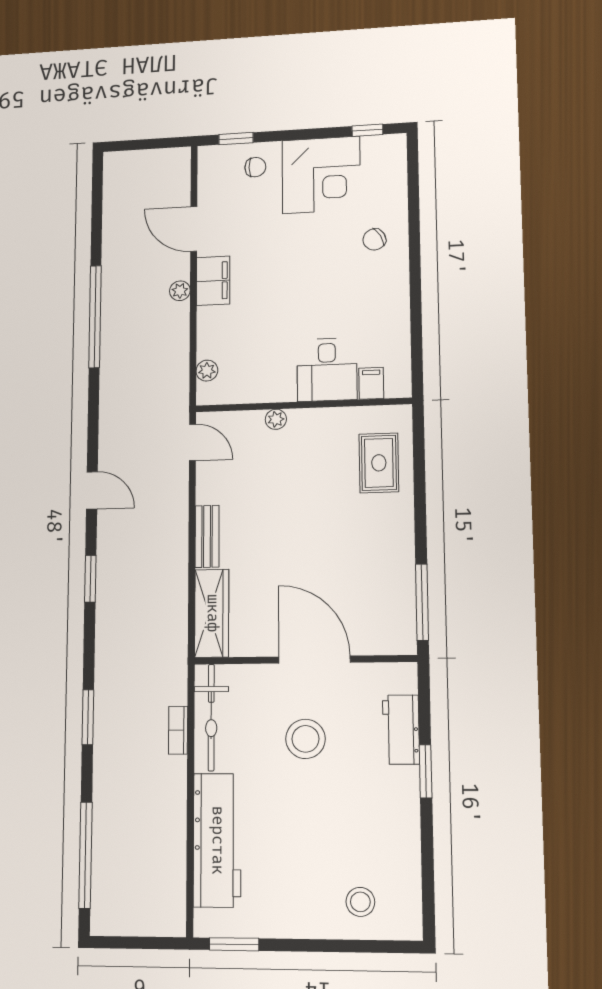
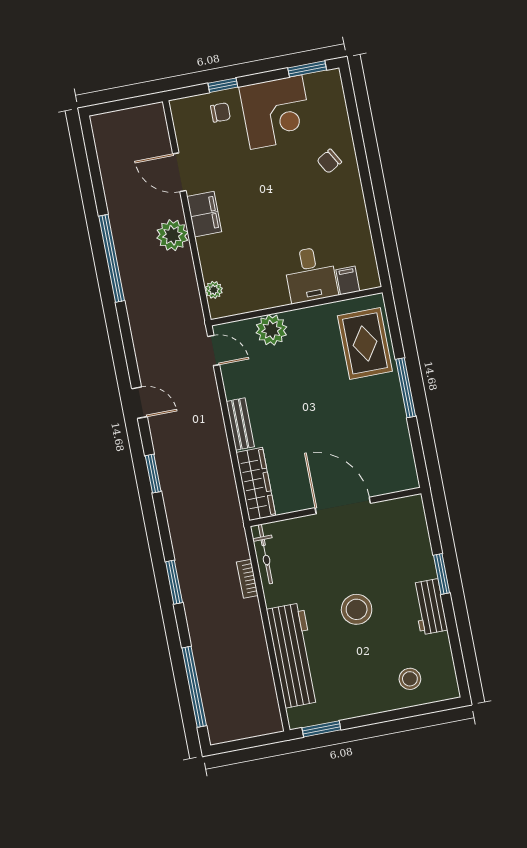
window: (367, 130) -> (307, 69), width x1.50
window: (236, 139) -> (223, 85), moved
plant: (180, 291) -> (172, 235), width x1.87, depth x1.87
plant: (276, 419) -> (271, 330), width x1.87, depth x1.87
rug: (379, 463) -> (365, 343), width x1.36, depth x1.43
window: (422, 602) -> (406, 388), moved
bicycle: (211, 717) -> (265, 554), width x0.73, depth x0.71
workbench: (401, 730) -> (429, 607), moved
stool: (305, 739) -> (357, 609), moved

